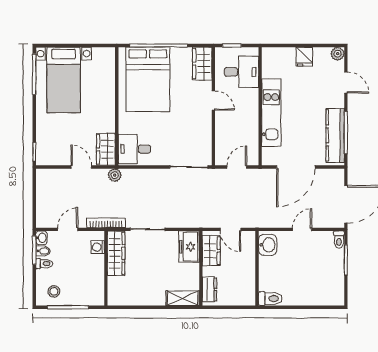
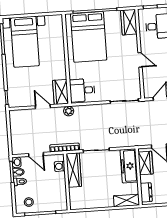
door: (213, 100) -> (140, 60), moved
door: (68, 229) -> (36, 154), swing flipped
freezer: (189, 247) -> (129, 166), width x1.40

